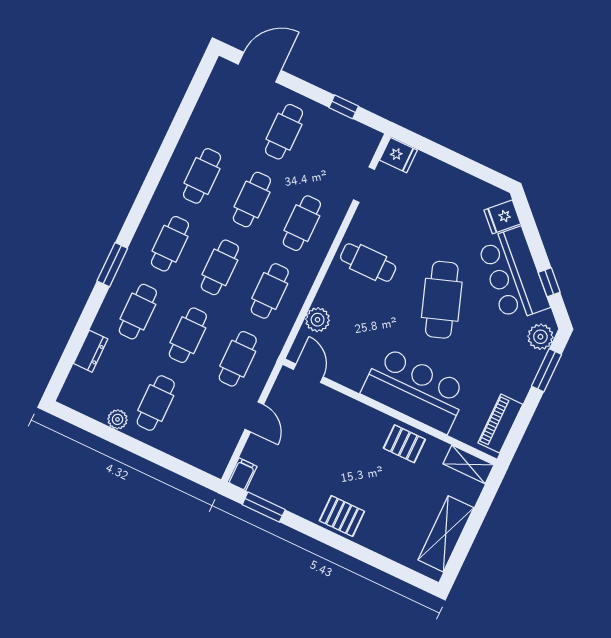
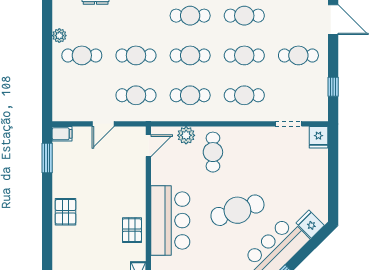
cafe table: (368, 263) -> (213, 152), moved
cafe table: (138, 312) -> (136, 16), removed

